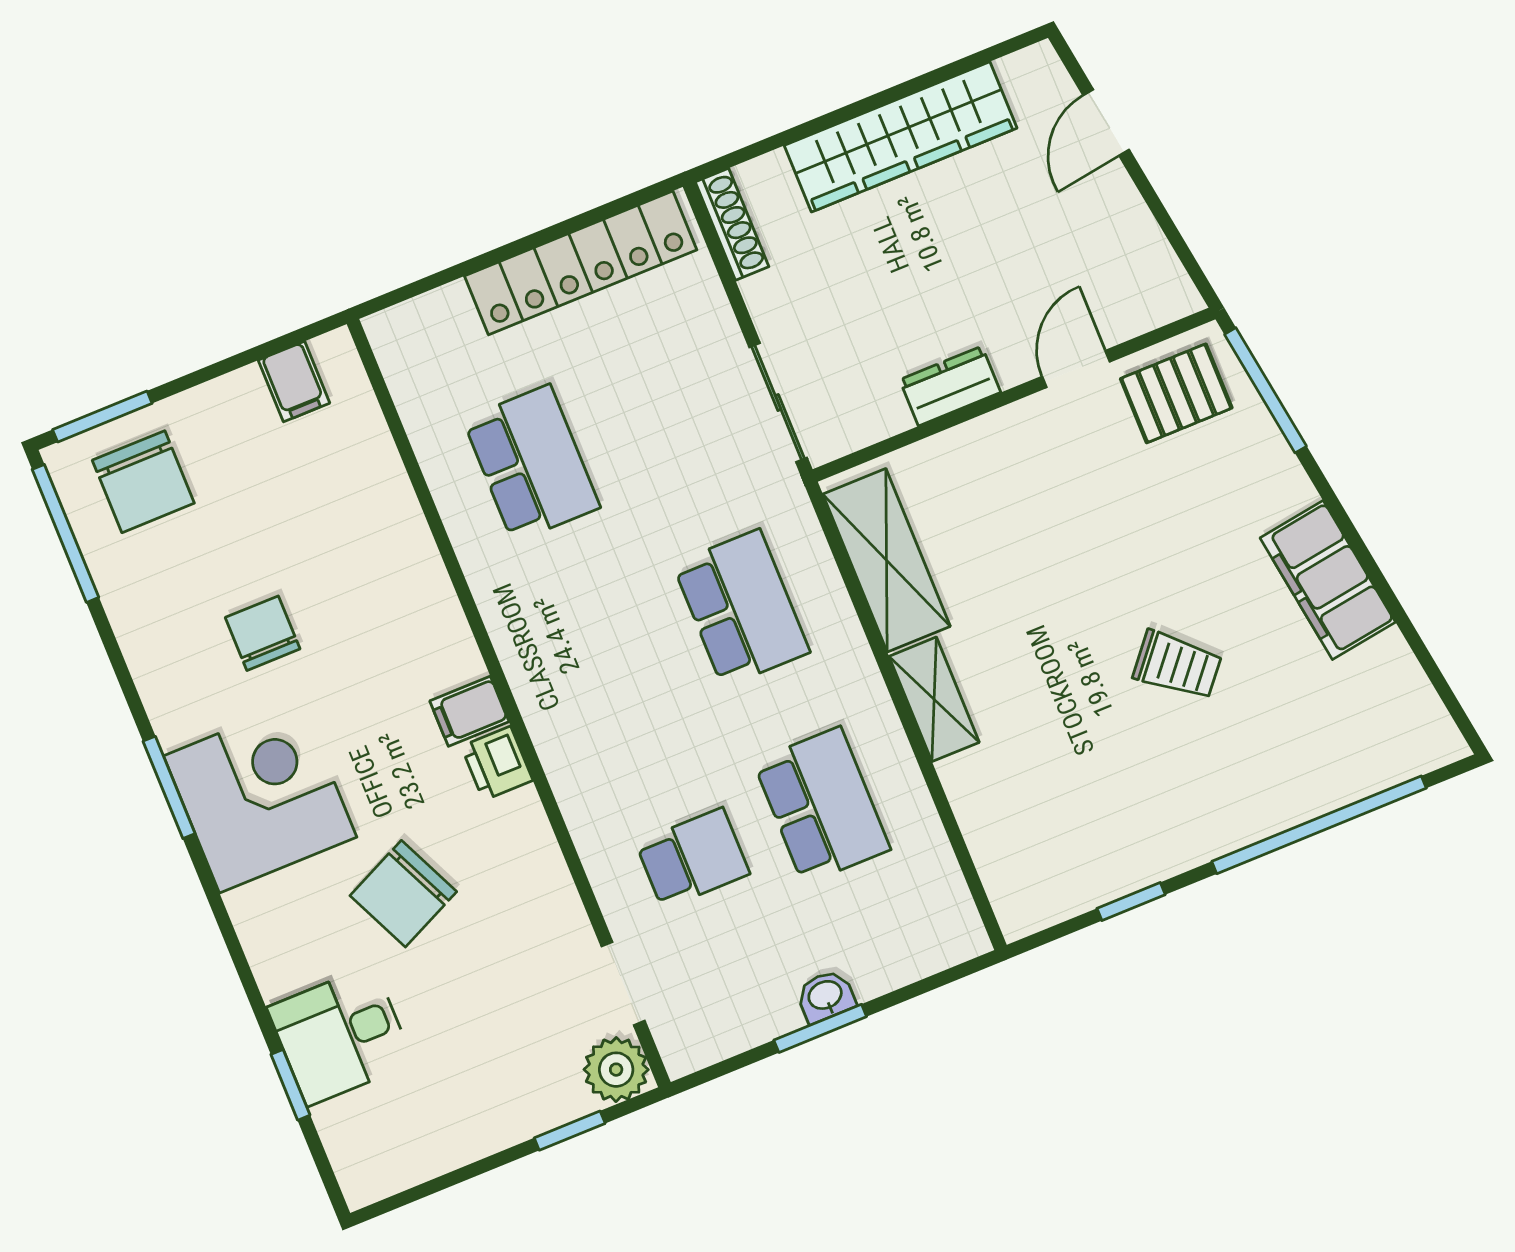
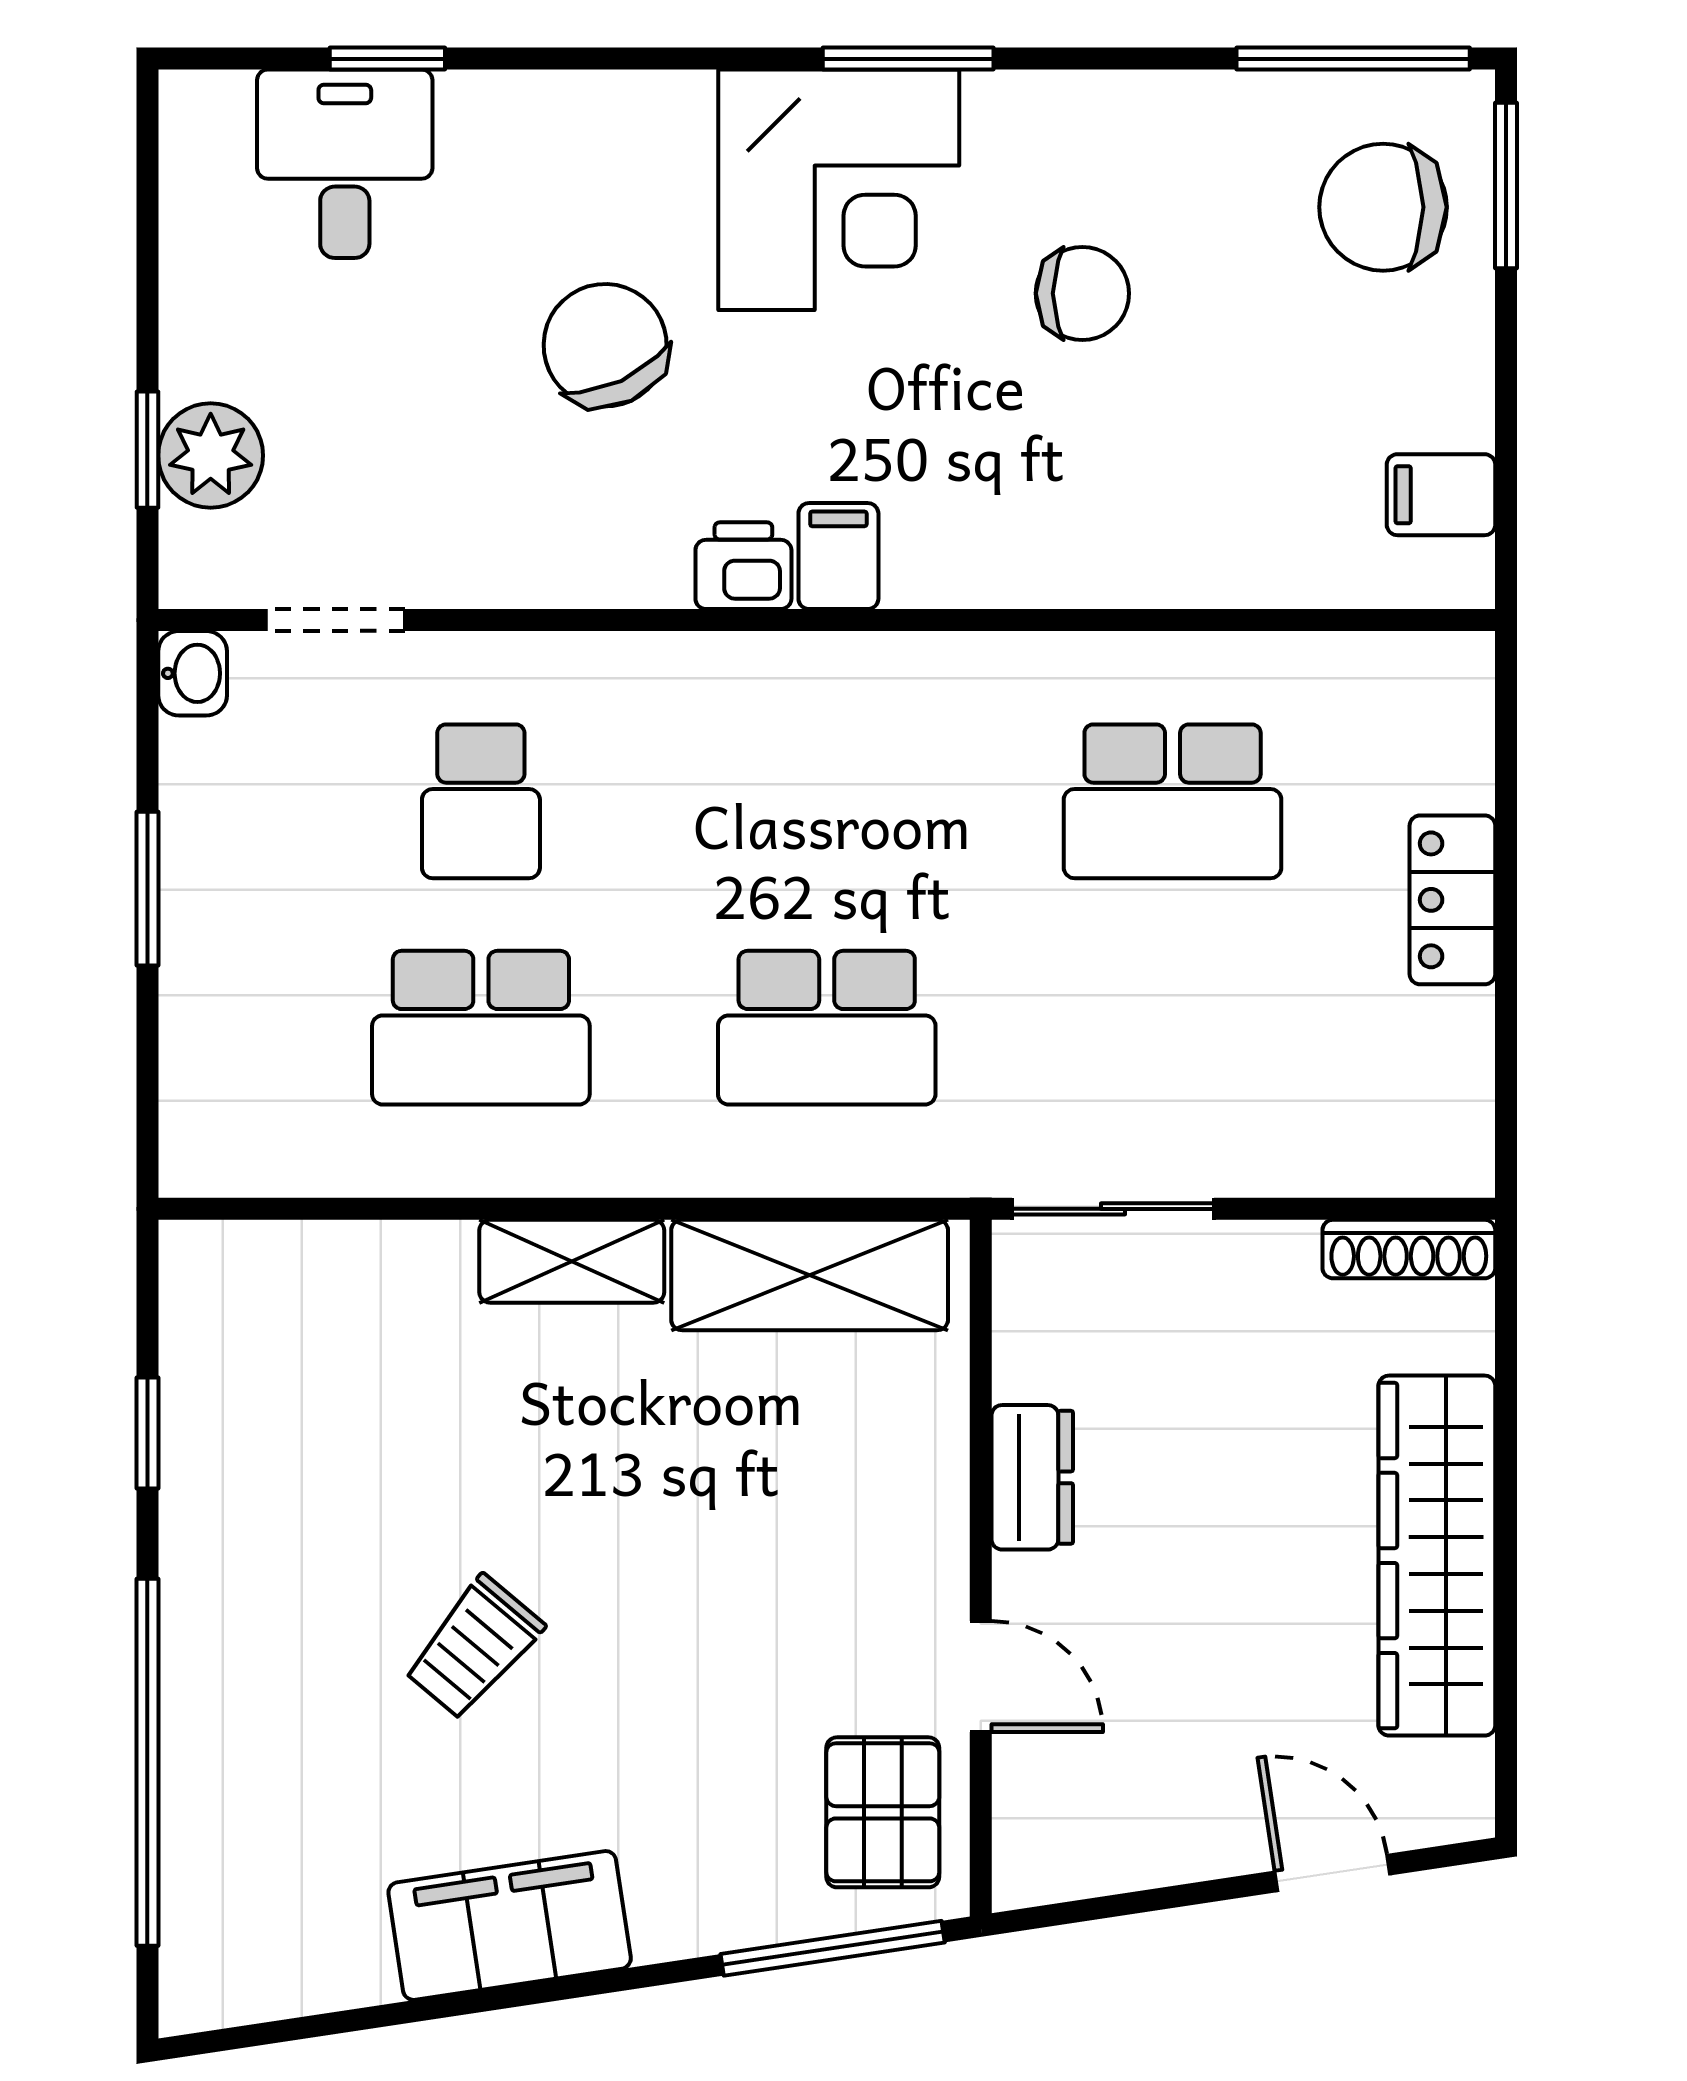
locker: (581, 263) -> (1452, 900), width x0.46, depth x0.83
washbasin: (826, 996) -> (193, 673), moved
desk: (340, 1035) -> (345, 164), moved
plant: (616, 1070) -> (211, 455), moved

